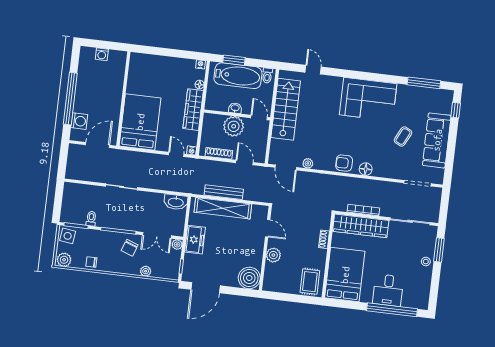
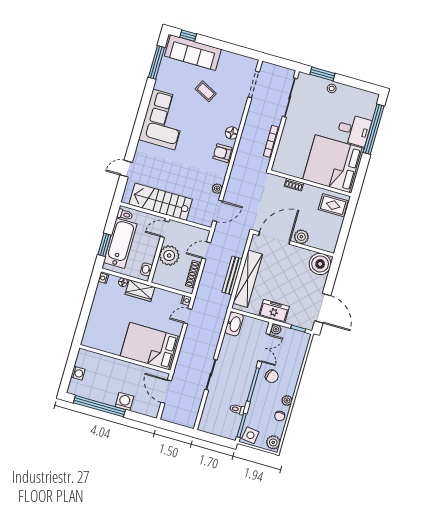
window: (70, 99) -> (99, 406), moved
washbasin: (235, 108) -> (146, 269), moved
wardrobe: (193, 110) -> (140, 291), width x0.67
washing machine: (79, 121) -> (124, 401), moved
sofa: (437, 140) -> (193, 53), moved
armchair: (344, 163) -> (222, 153), turned 90
wardrobe: (361, 226) -> (287, 147), removed
door: (268, 228) -> (274, 238), width x1.88
plant: (146, 271) -> (287, 400), moved
bed: (345, 275) -> (333, 164), width x1.36

